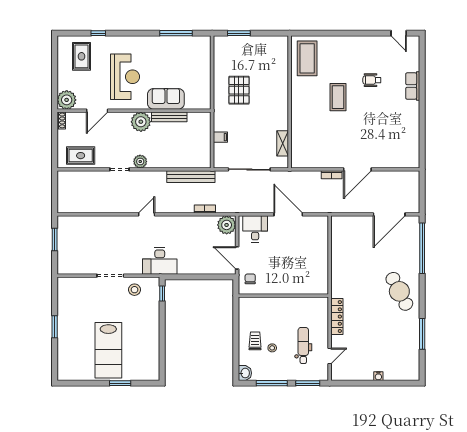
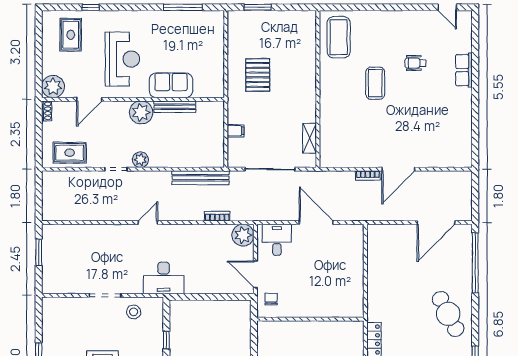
window: (162, 294) -> (166, 340), moved

